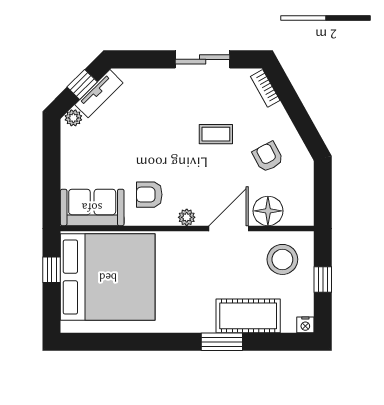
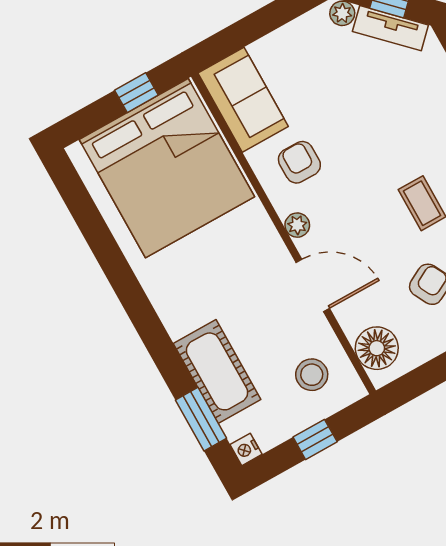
floor lamp: (268, 211) -> (377, 348), moved
stool: (282, 259) -> (312, 375), width x0.73, depth x0.73
window: (222, 342) -> (201, 419), moved

